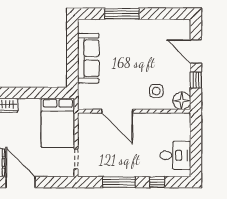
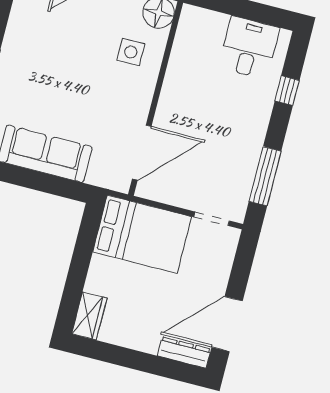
door: (117, 111) -> (142, 153), moved
window: (119, 182) -> (265, 176), moved

